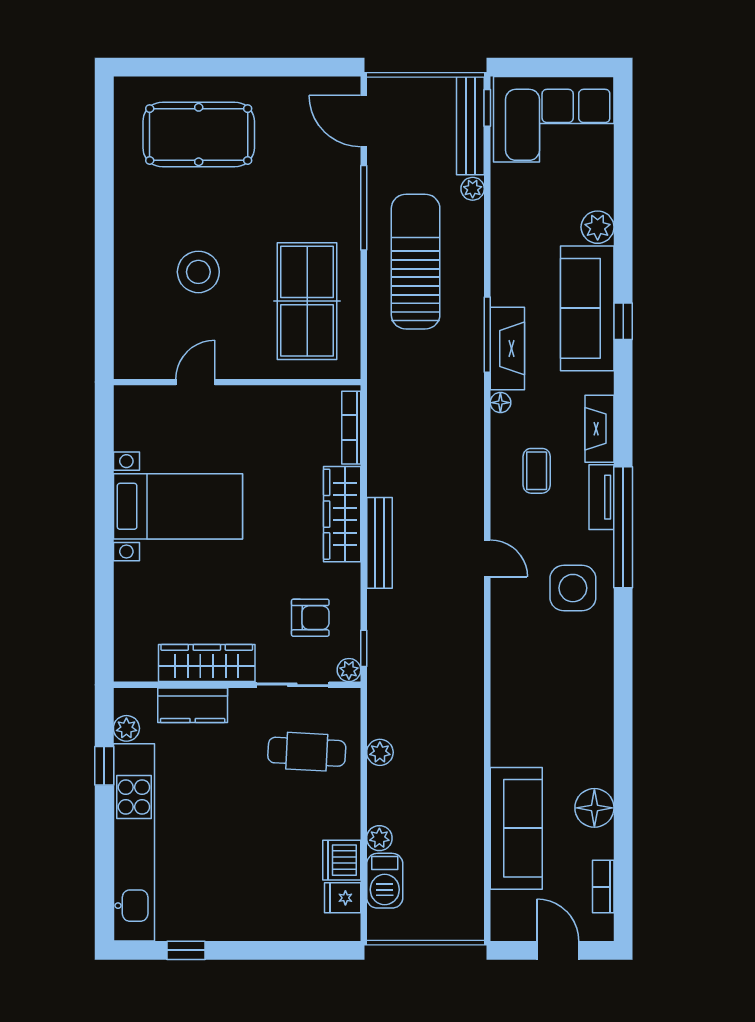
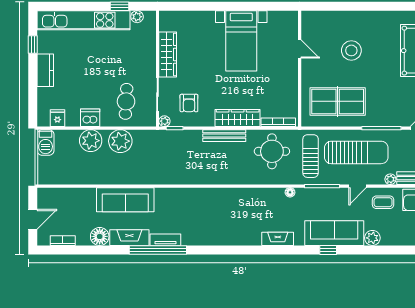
fireplace: (507, 348) -> (129, 238), moved, turned 180
sun lounger: (423, 359) -> (311, 156), added
round table: (413, 441) -> (272, 151), added
coffee table: (537, 471) -> (383, 202), moved
tv unit: (601, 497) -> (165, 240), moved
window: (623, 527) -> (158, 250), moved
door: (487, 558) -> (358, 186), moved
side table: (573, 588) -> (203, 226), removed
kitchen counter: (193, 705) -> (45, 70), moved, turned 180
plant: (380, 752) -> (120, 141), width x1.87, depth x1.87
sofa: (516, 828) -> (125, 200), moved
plant: (379, 838) -> (91, 141), width x1.88, depth x1.88
dishwasher: (342, 860) -> (90, 118), moved
barbecue: (385, 881) -> (46, 142), moved, turned -90

